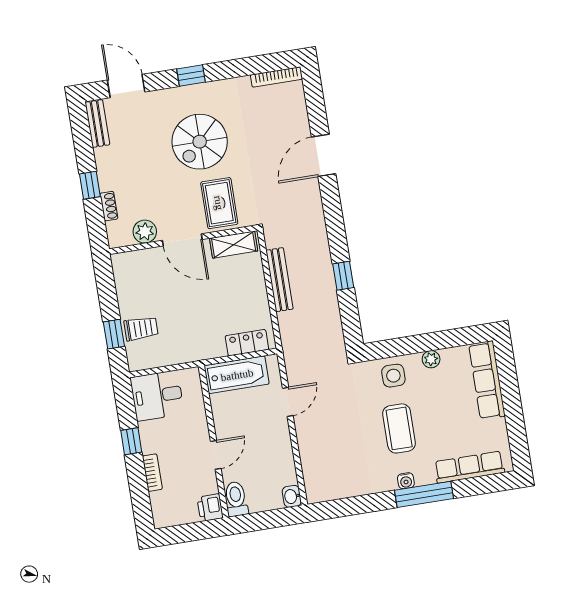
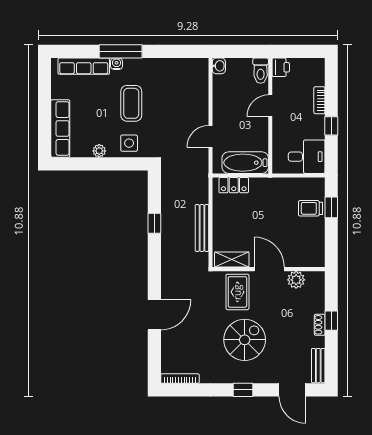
shoe rack: (109, 206) -> (320, 325), moved
water cooler: (406, 481) -> (117, 64), moved

